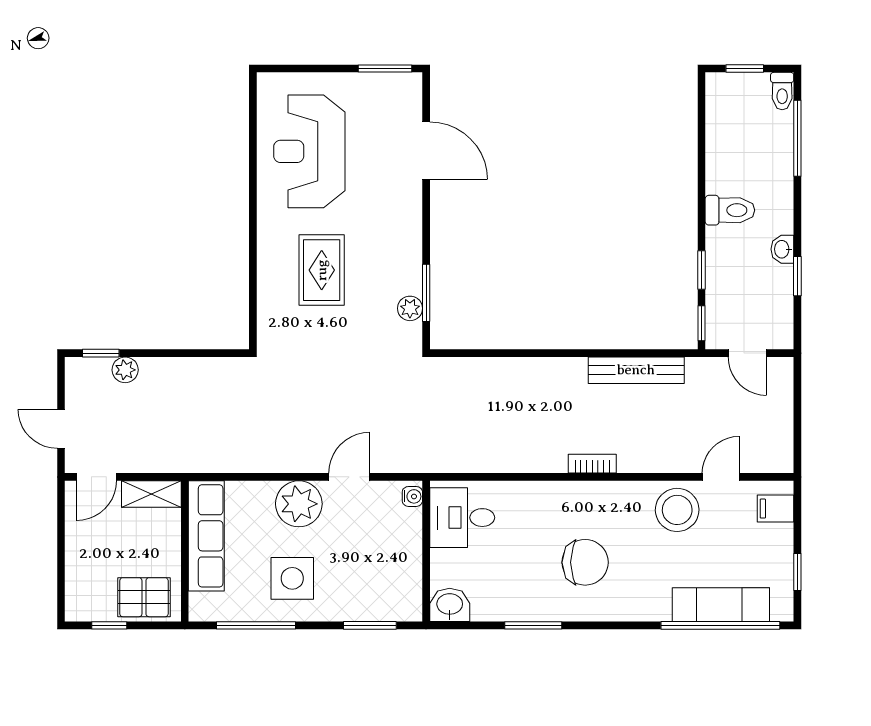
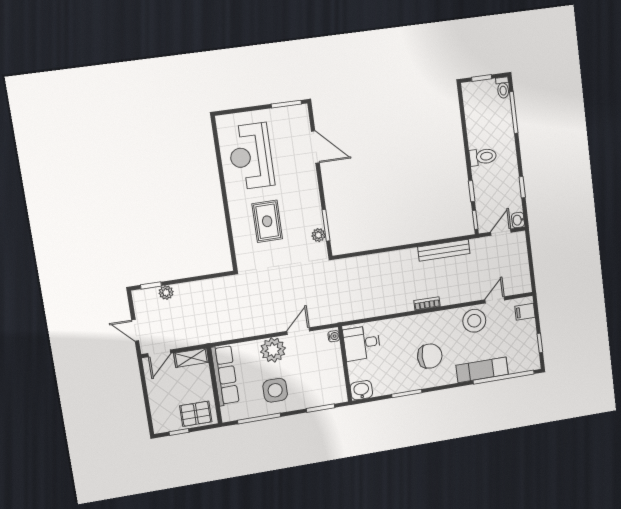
washbasin: (782, 249) -> (518, 220), moved
door: (747, 353) -> (501, 232), swing flipped
exam couch: (721, 605) -> (482, 370), moved

